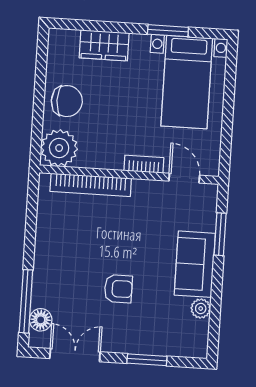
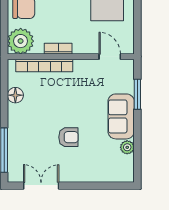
bookcase: (144, 164) -> (58, 49), moved
floor lamp: (41, 320) -> (15, 95), moved
window: (147, 360) -> (92, 186), removed

